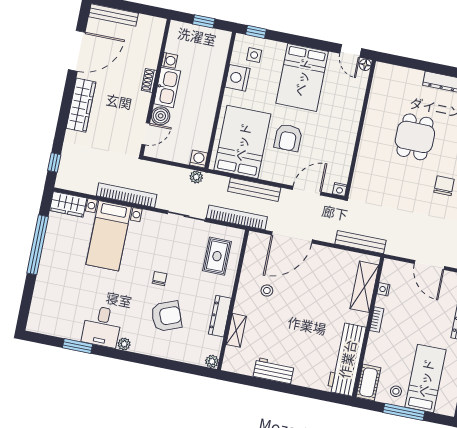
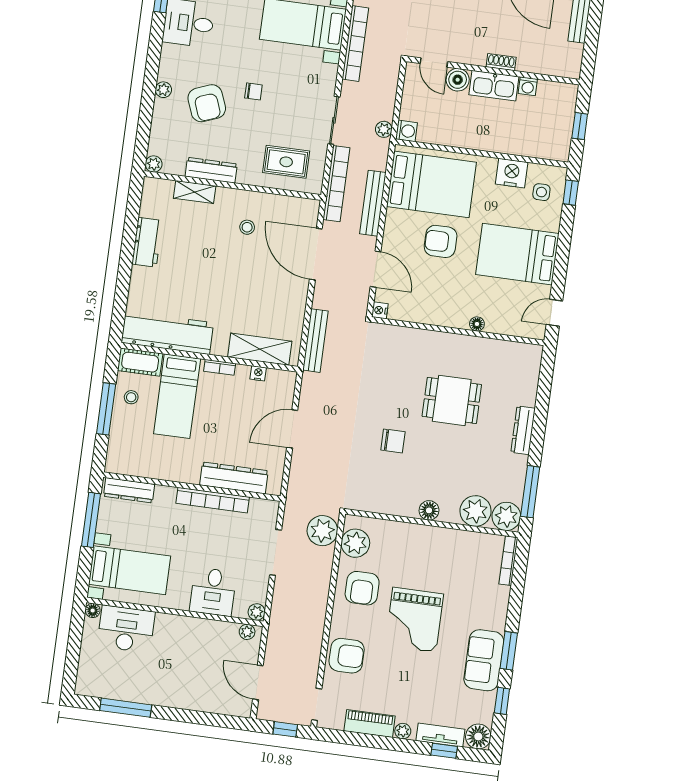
floor lamp: (365, 65) -> (477, 324), moved
plant: (124, 344) -> (163, 90), moved
bed: (425, 378) -> (177, 396), moved, turned 90

